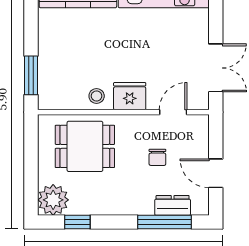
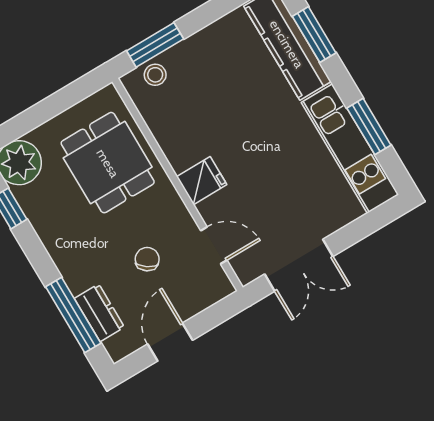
stool: (97, 96) -> (155, 75), moved
fridge: (130, 96) -> (202, 181), width x0.72
chair: (157, 157) -> (147, 259), turned 125

